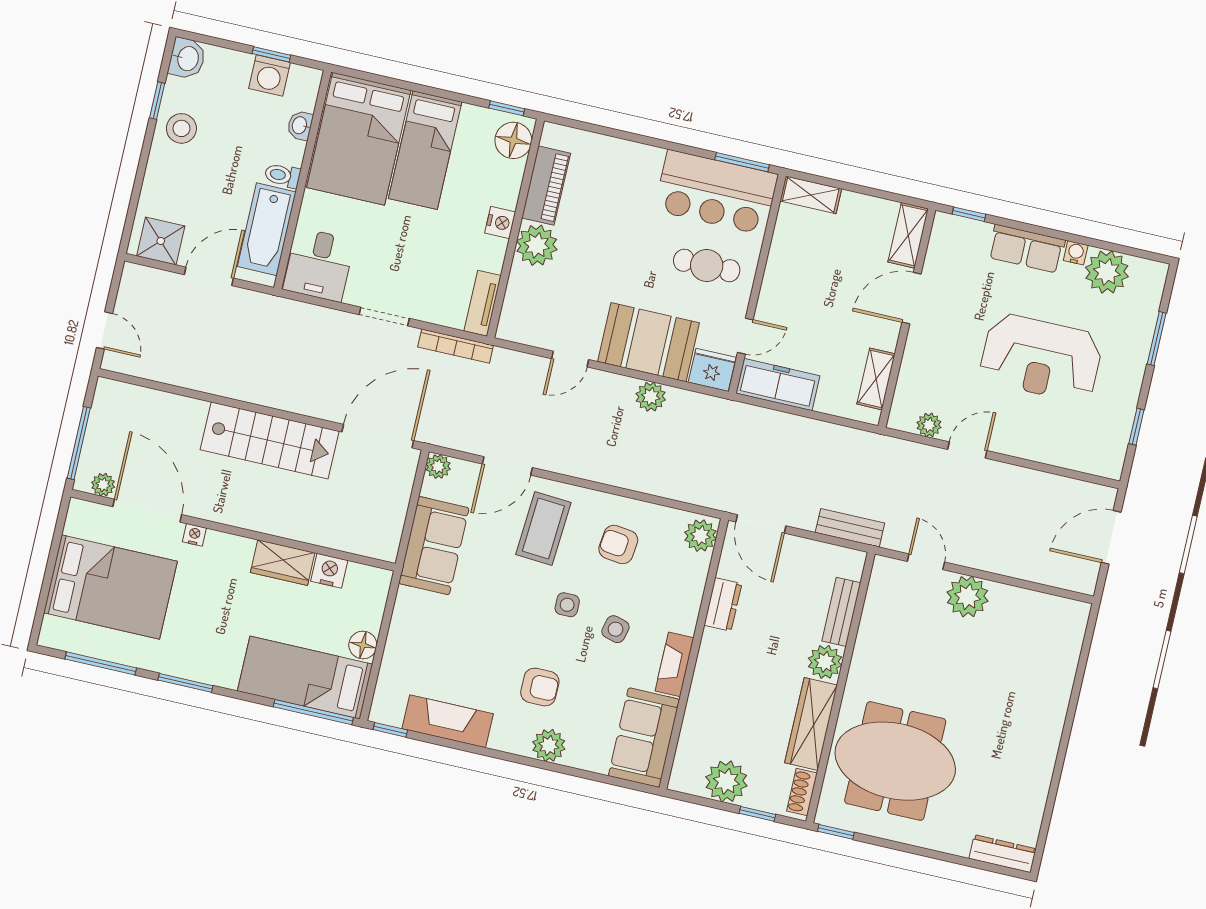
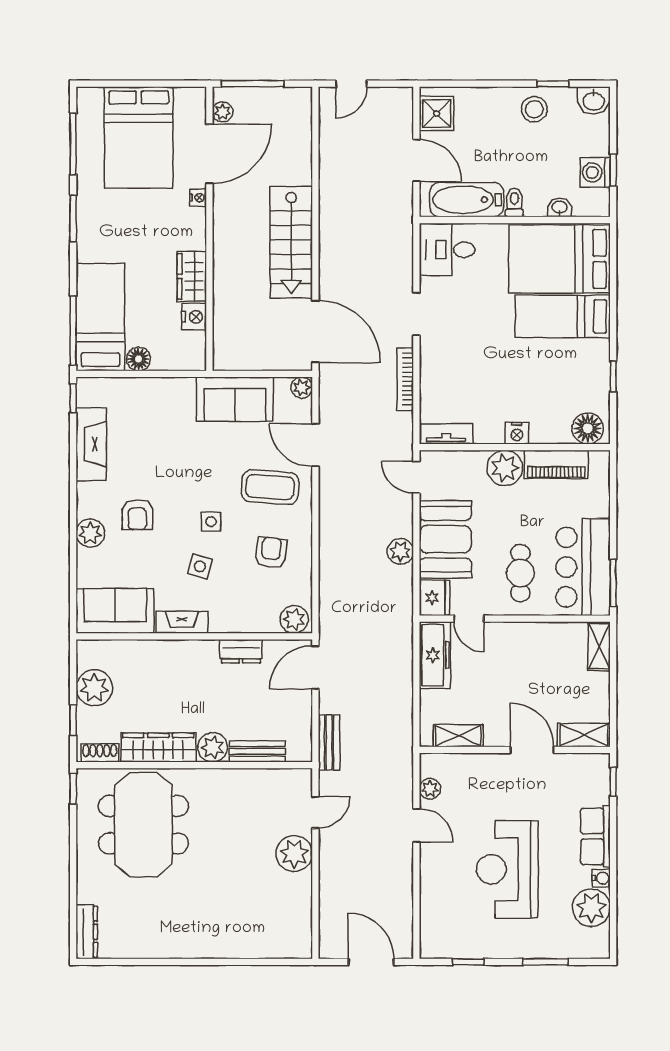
floor lamp: (513, 140) -> (588, 428), moved
piano: (546, 186) -> (556, 464), moved
nightstand: (500, 222) -> (517, 433), moved
wall: (516, 228) -> (515, 447), moved
plant: (537, 245) -> (505, 468), moved
tv unit: (483, 303) -> (446, 434), moved

